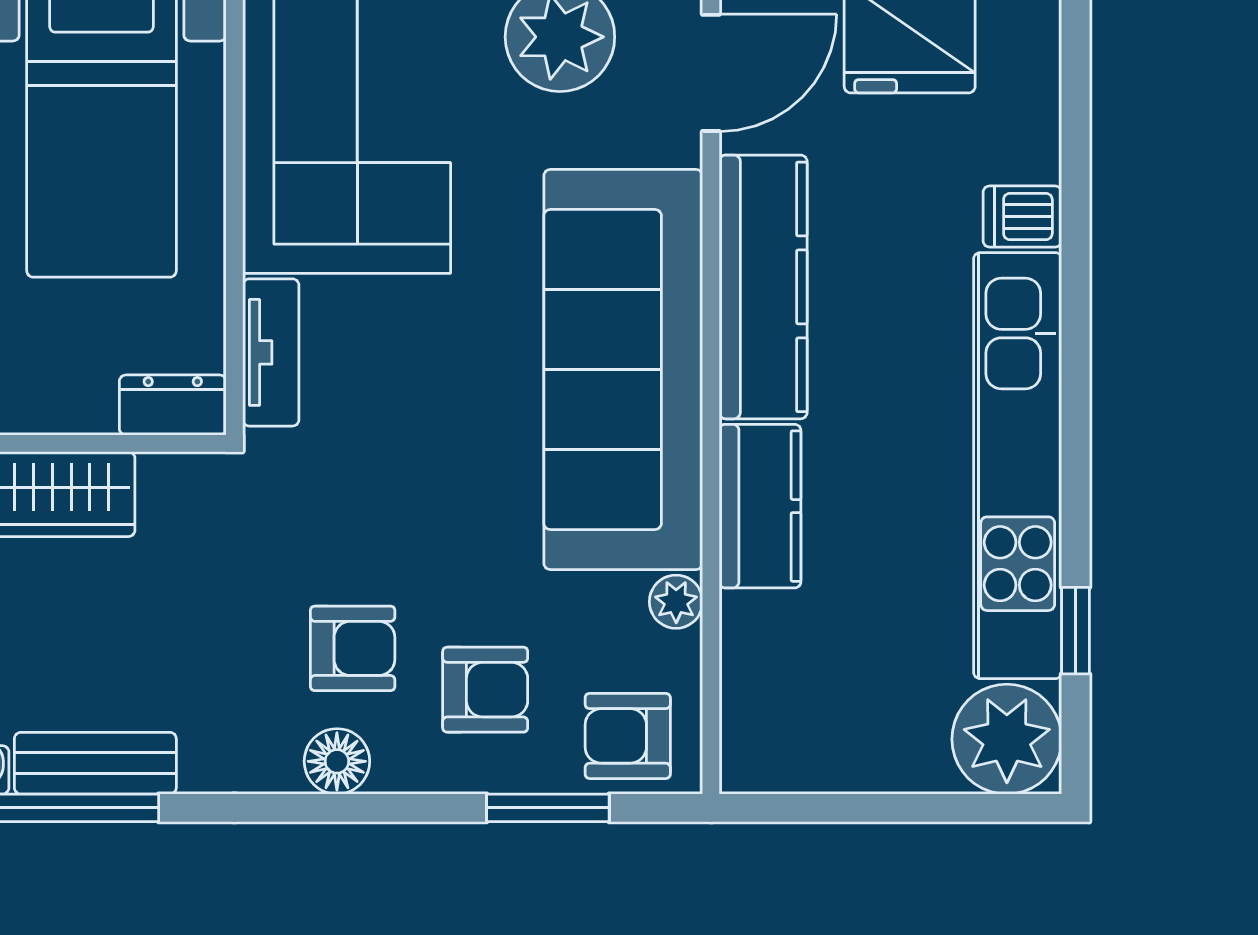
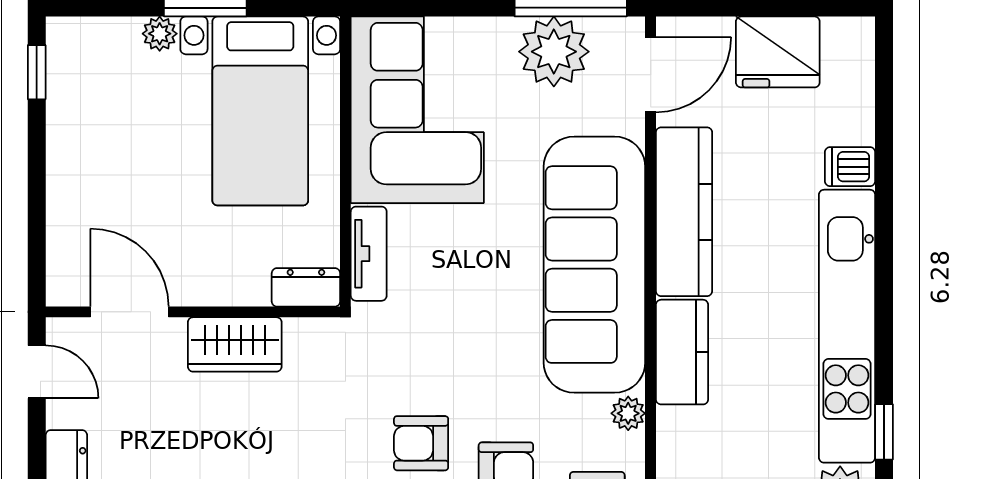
armchair: (353, 648) -> (421, 443), turned 180

